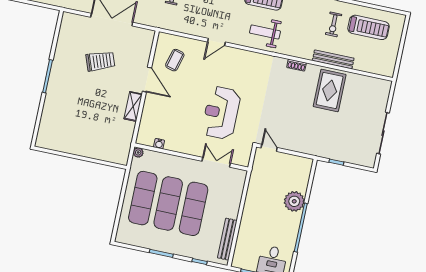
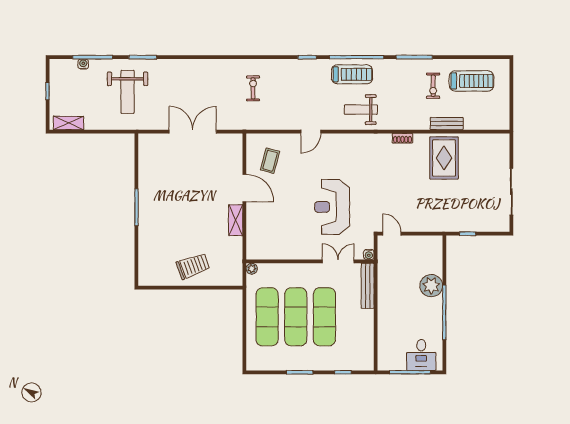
bench: (333, 59) -> (447, 124), width x0.73
trolley: (100, 61) -> (193, 266), moved
water cooler: (159, 144) -> (369, 254), moved
bench: (227, 239) -> (368, 286), moved

